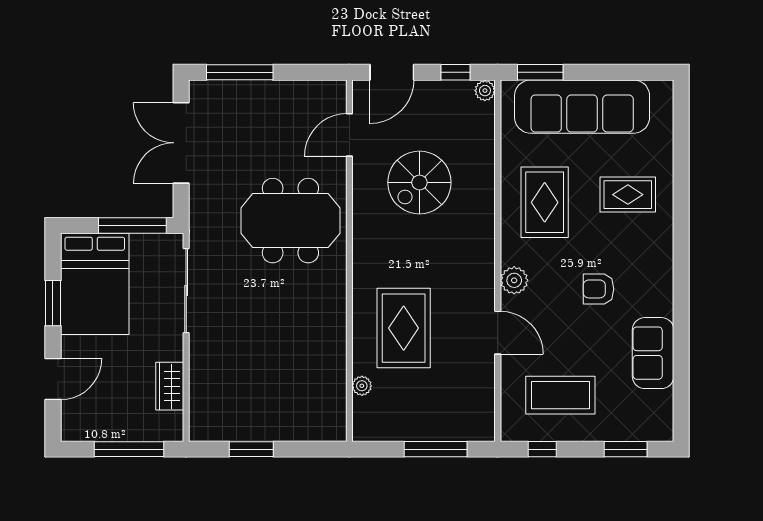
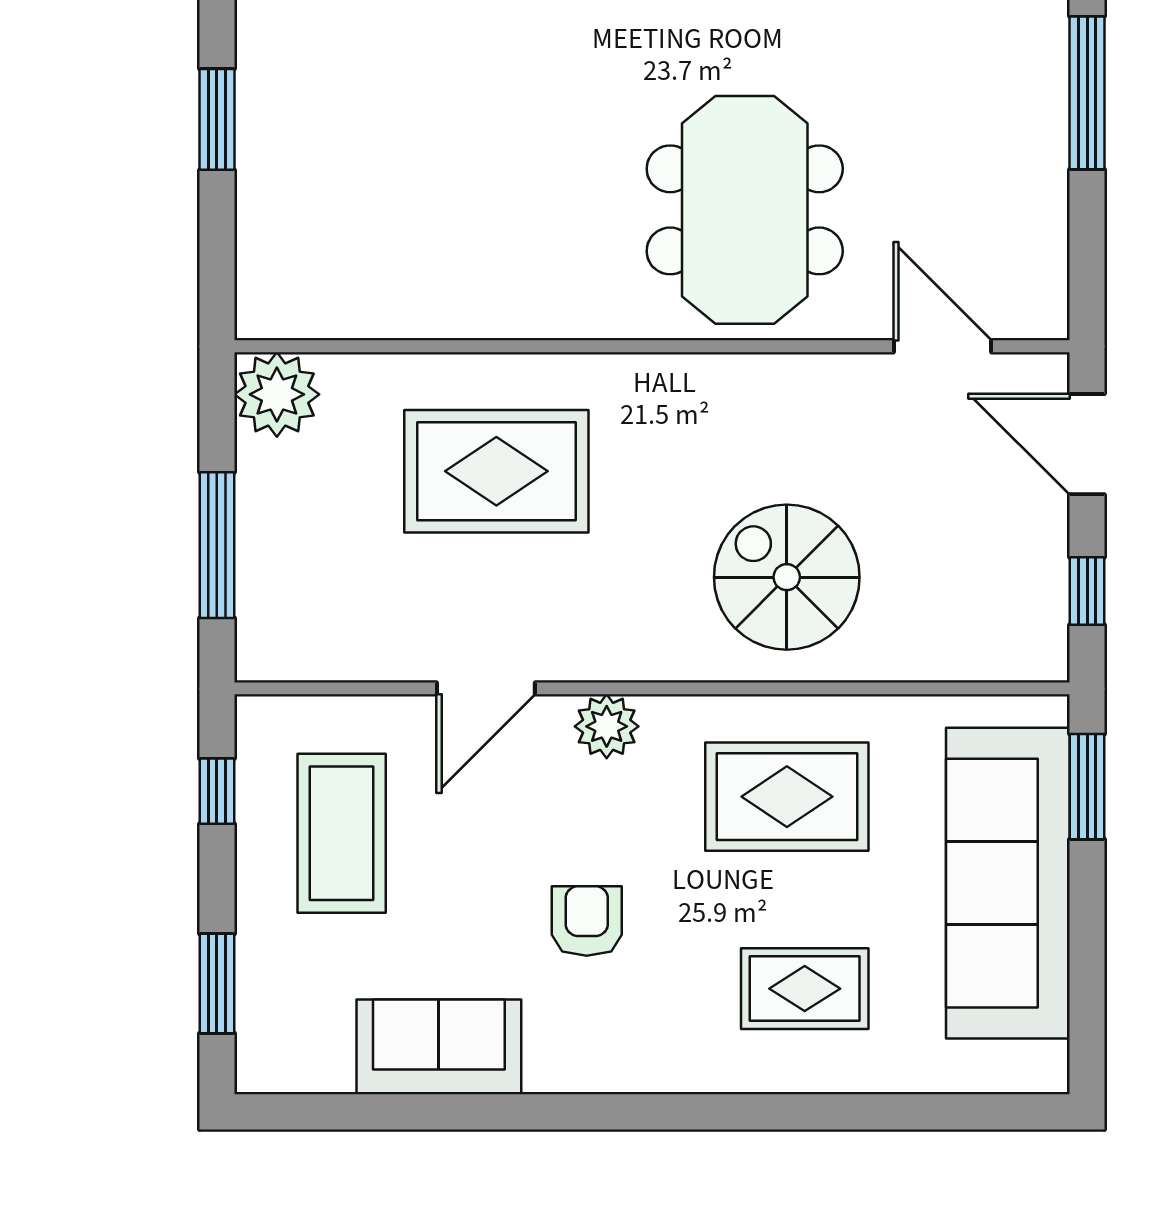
plant: (485, 91) -> (1045, 659), removed
spiral stairs: (419, 182) -> (787, 577), moved
rug: (628, 195) -> (805, 989), turned 90
plant: (362, 386) -> (277, 394), moved, width x1.88, depth x1.88

